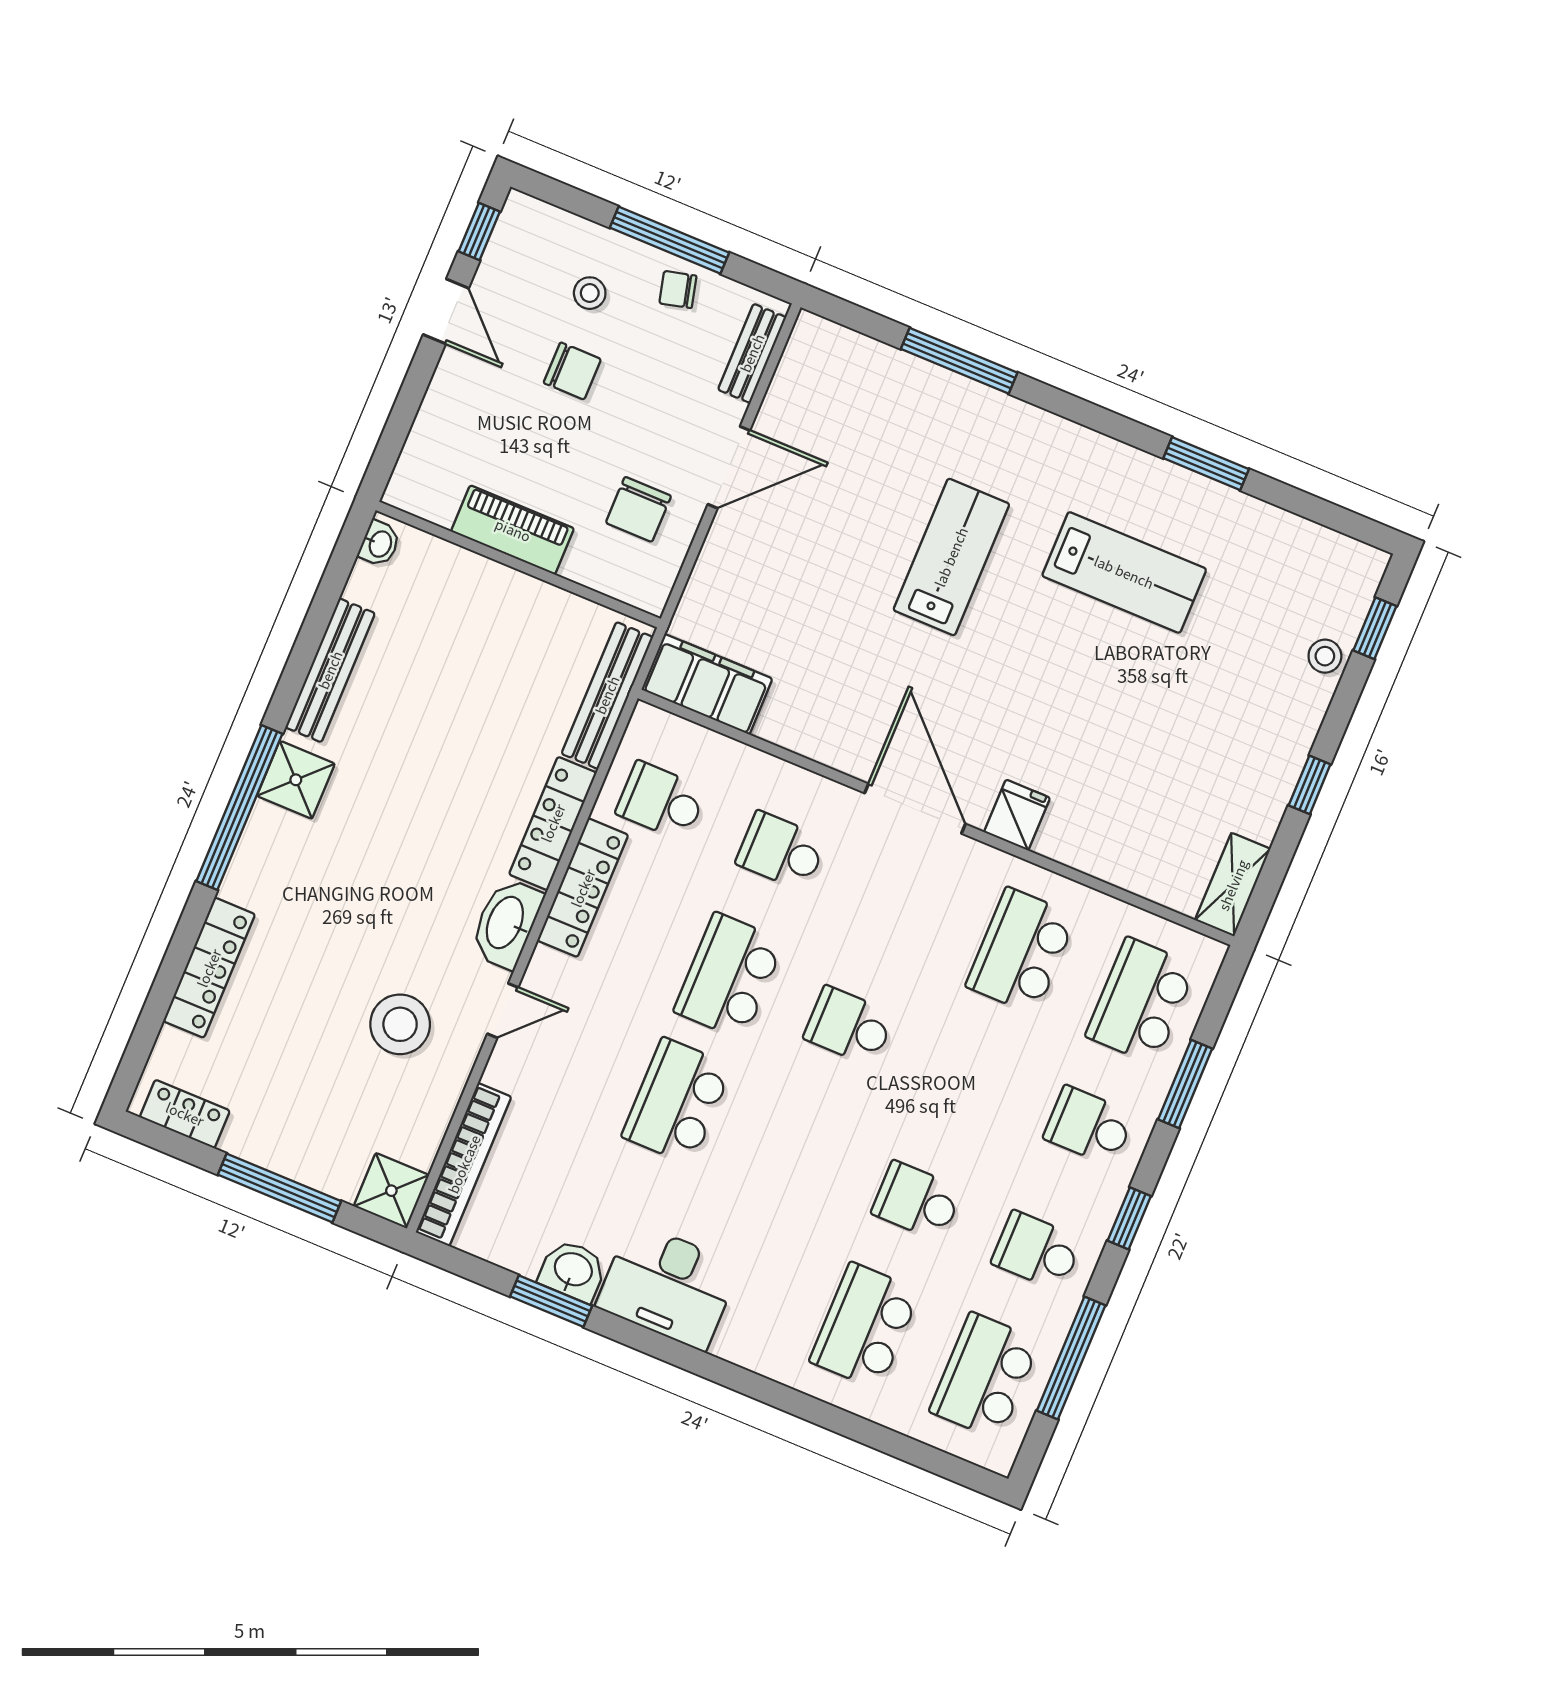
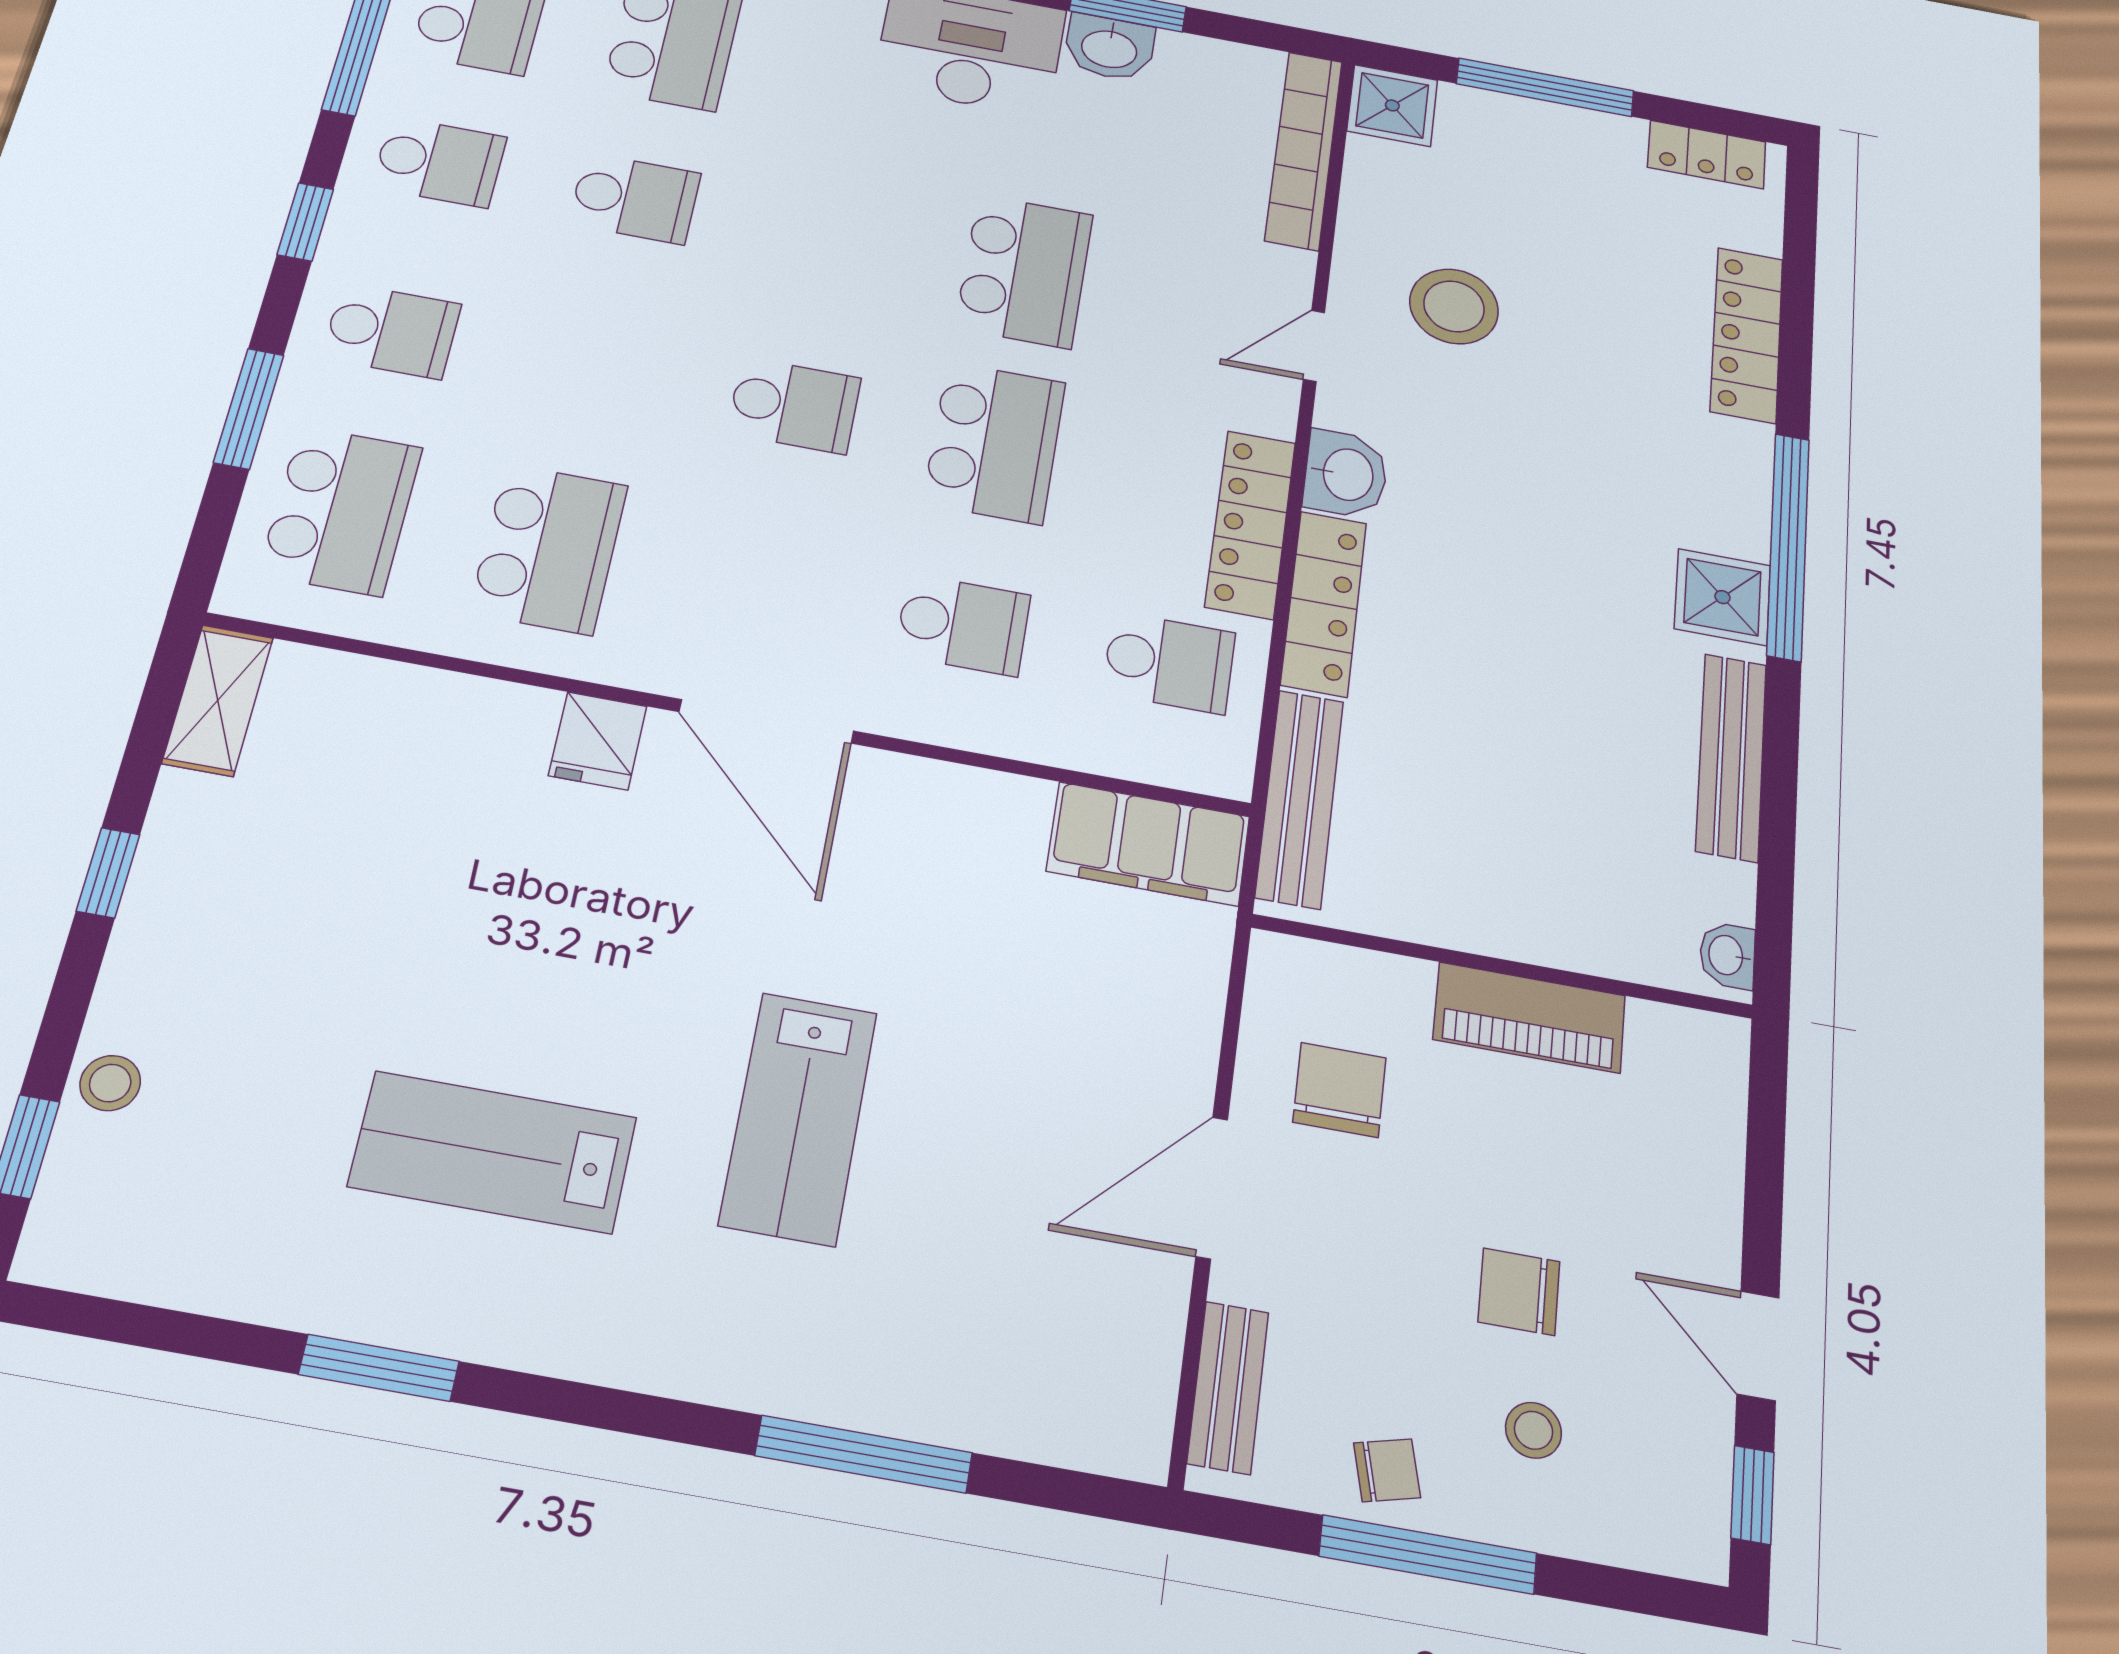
washbasin: (506, 923) -> (1346, 474), width x0.72

